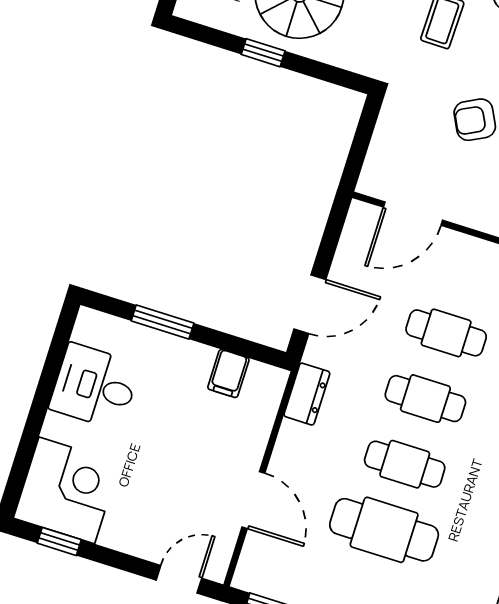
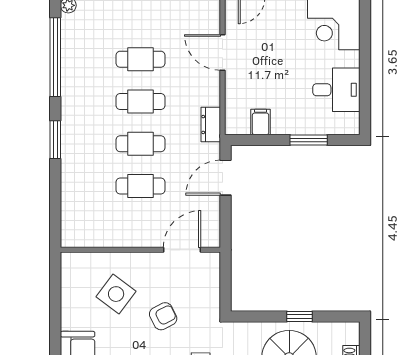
cafe table: (384, 530) -> (140, 59), width x0.73, depth x0.74

